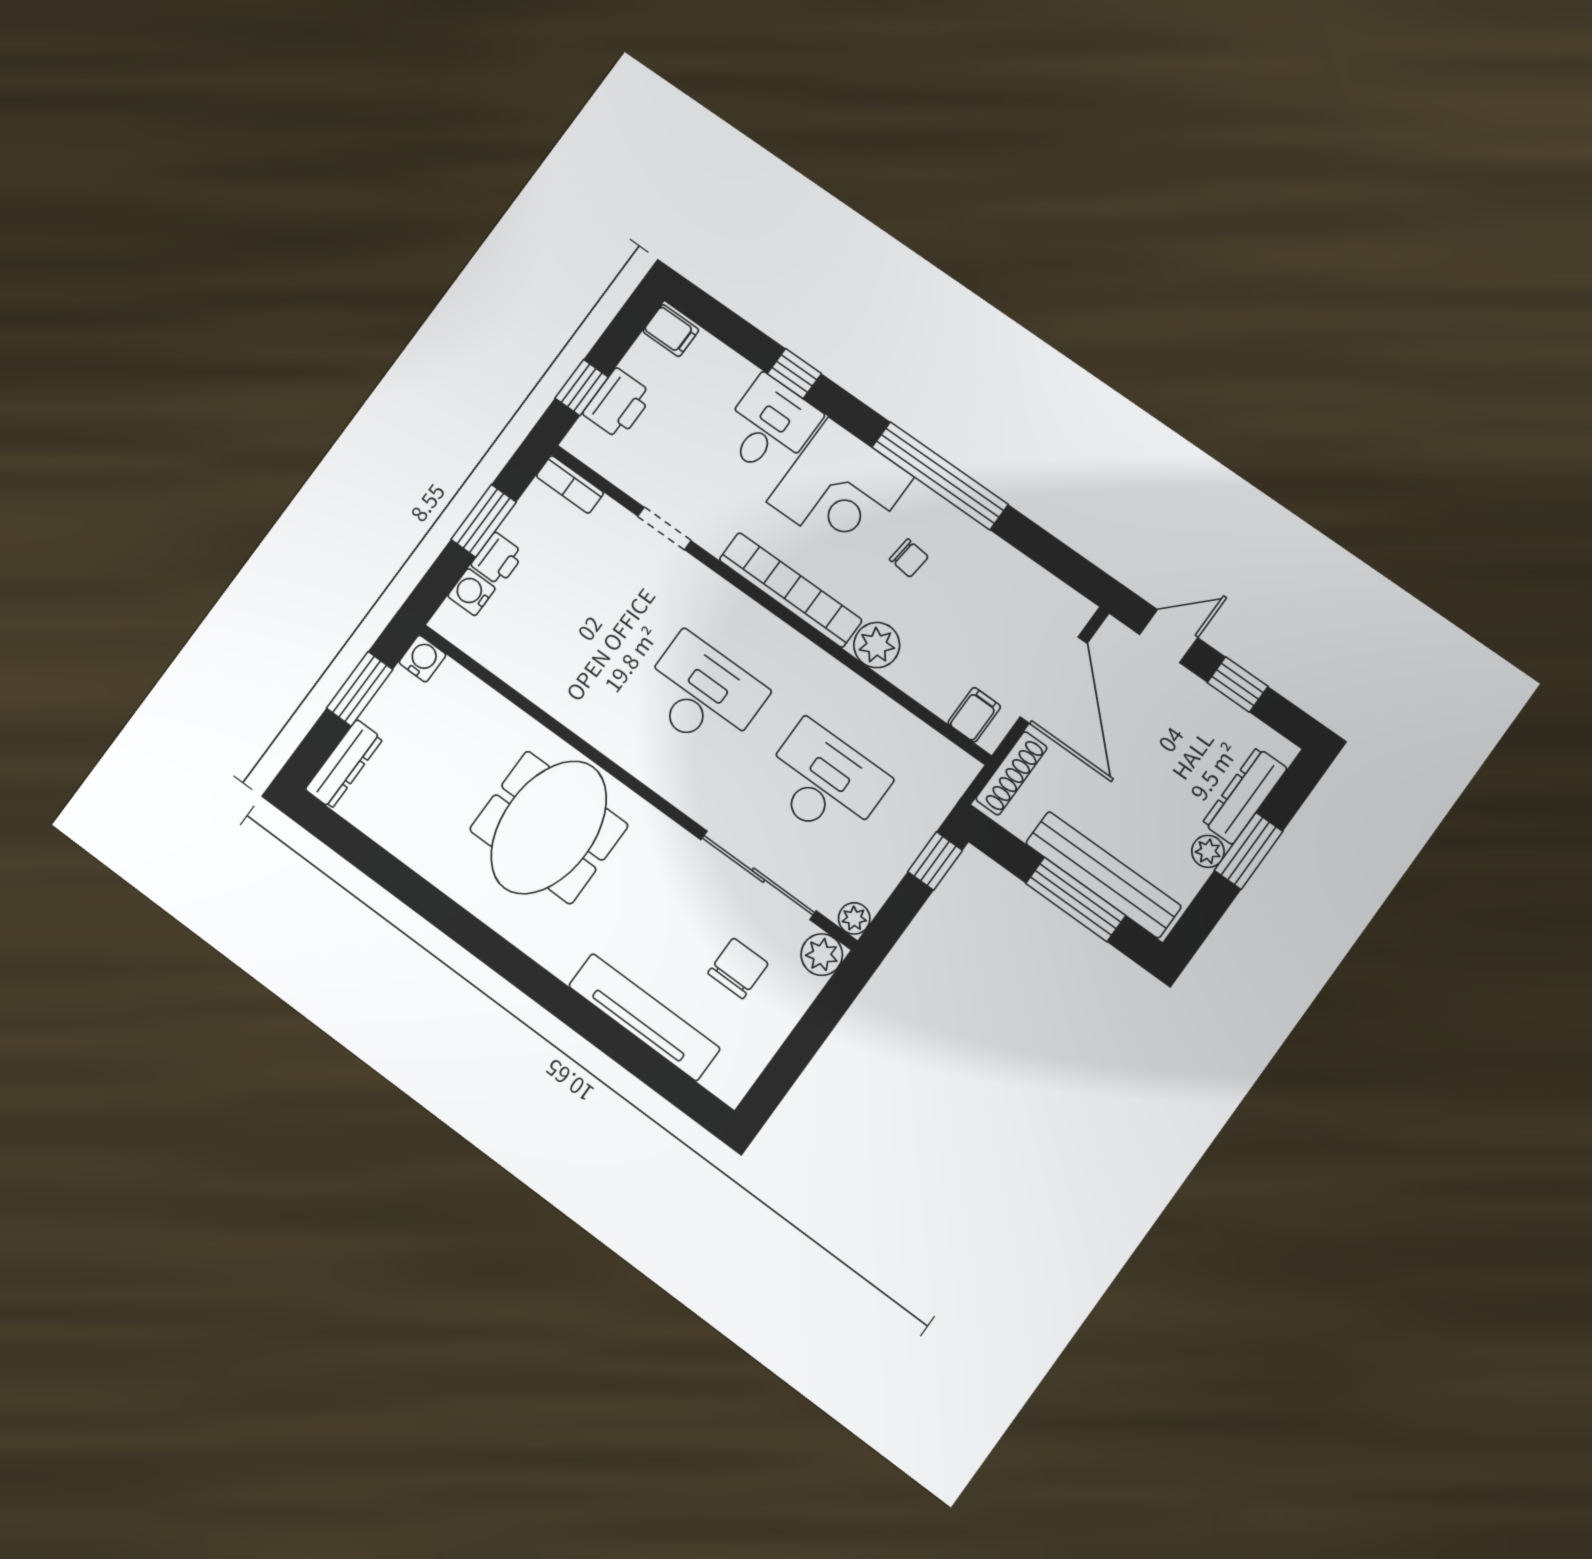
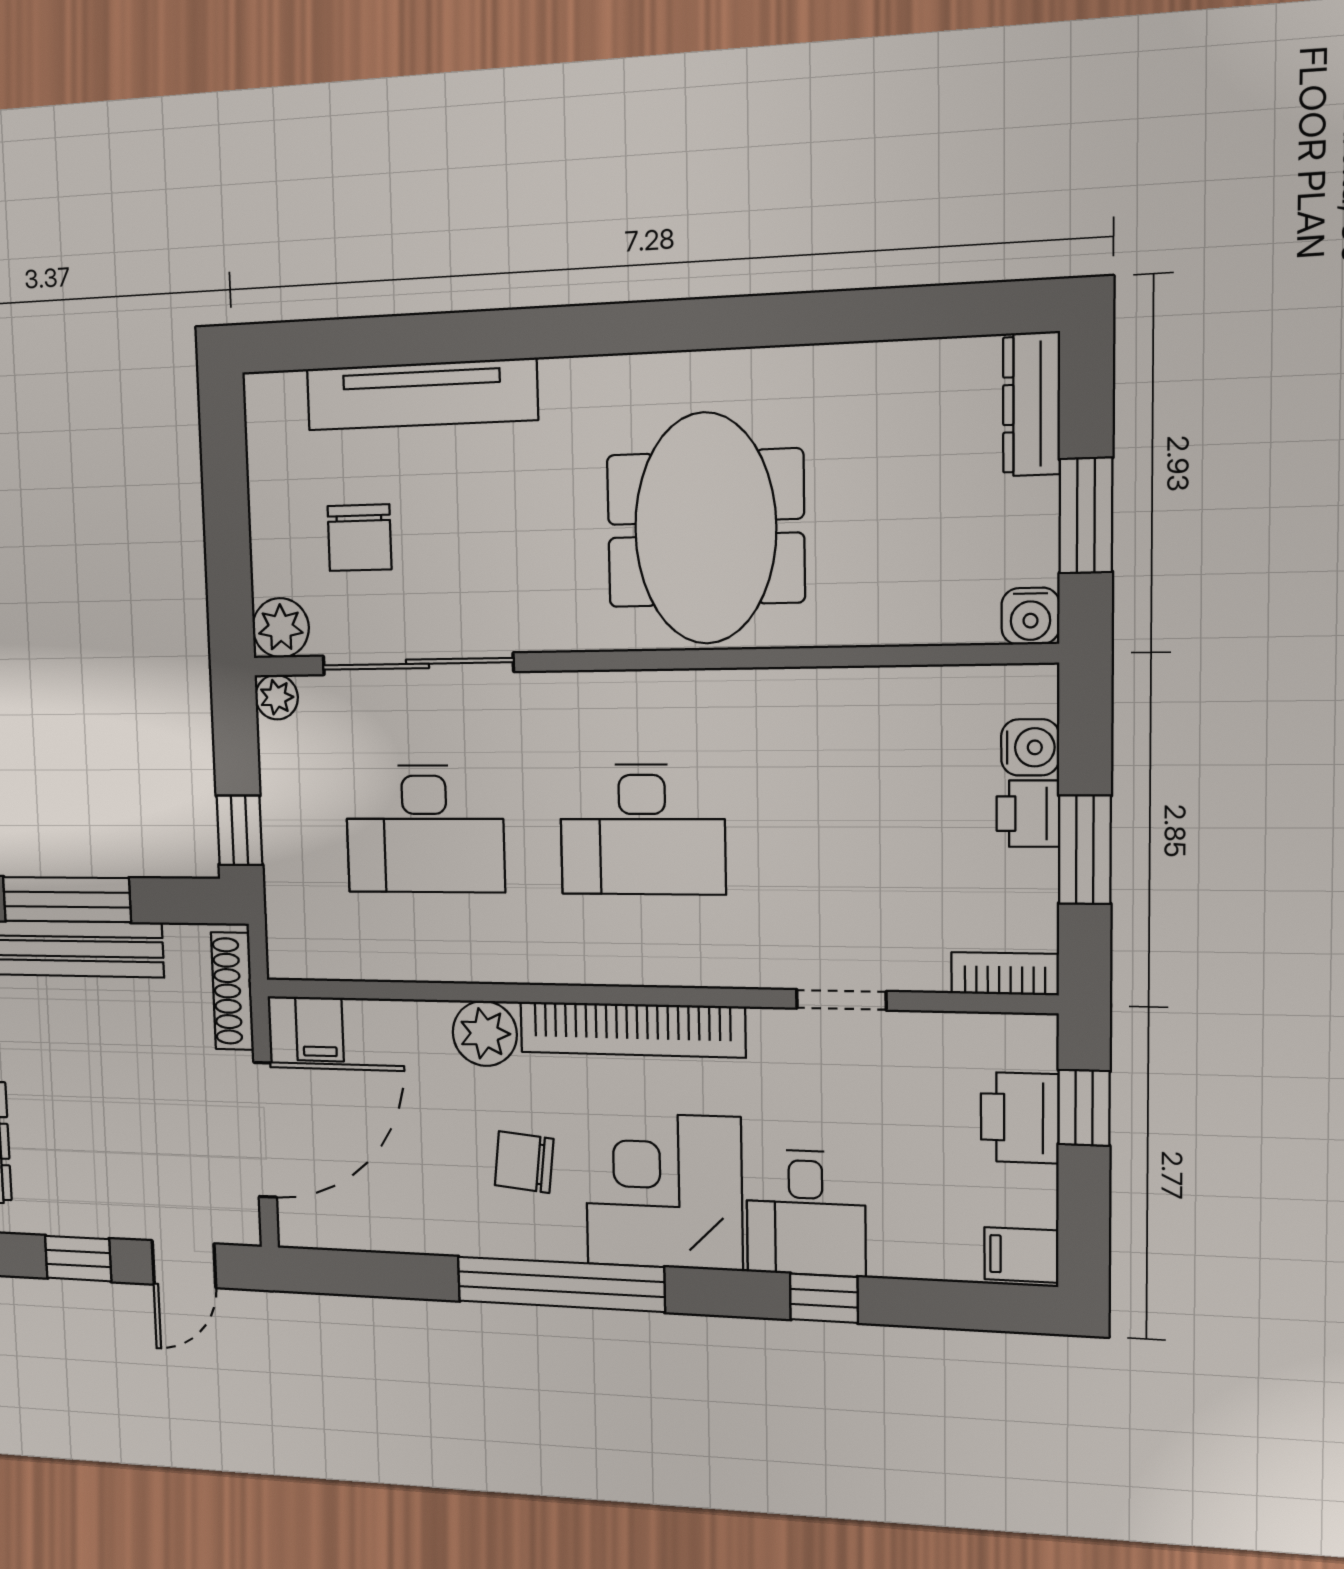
chair: (909, 558) -> (524, 1162), width x1.37, depth x1.37
door: (1054, 680) -> (265, 1130), swing flipped

